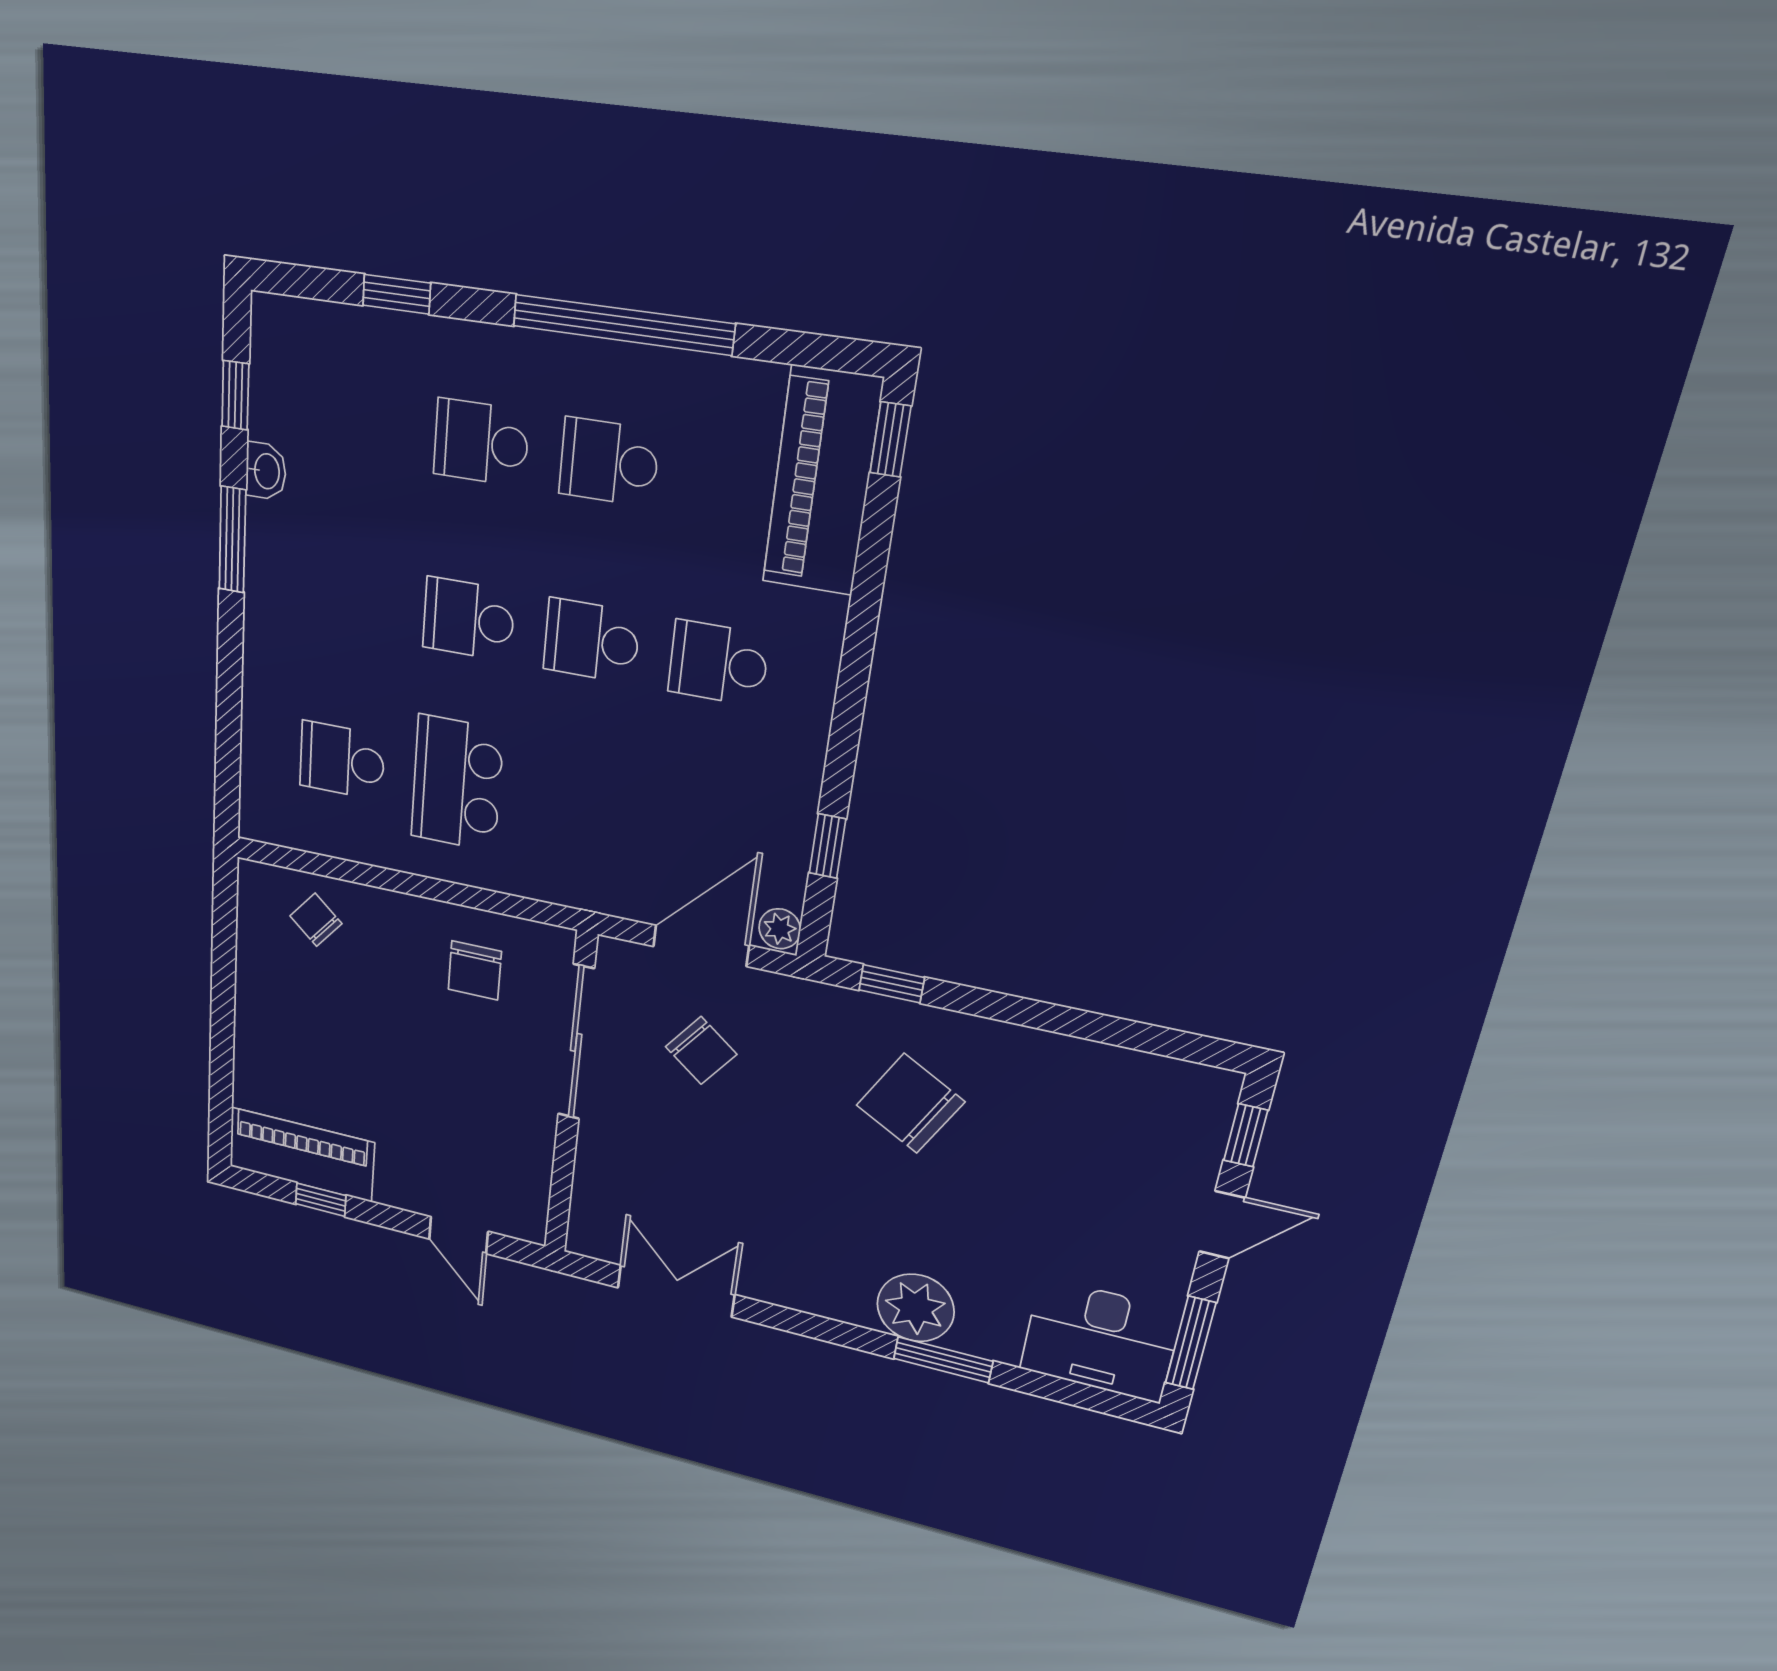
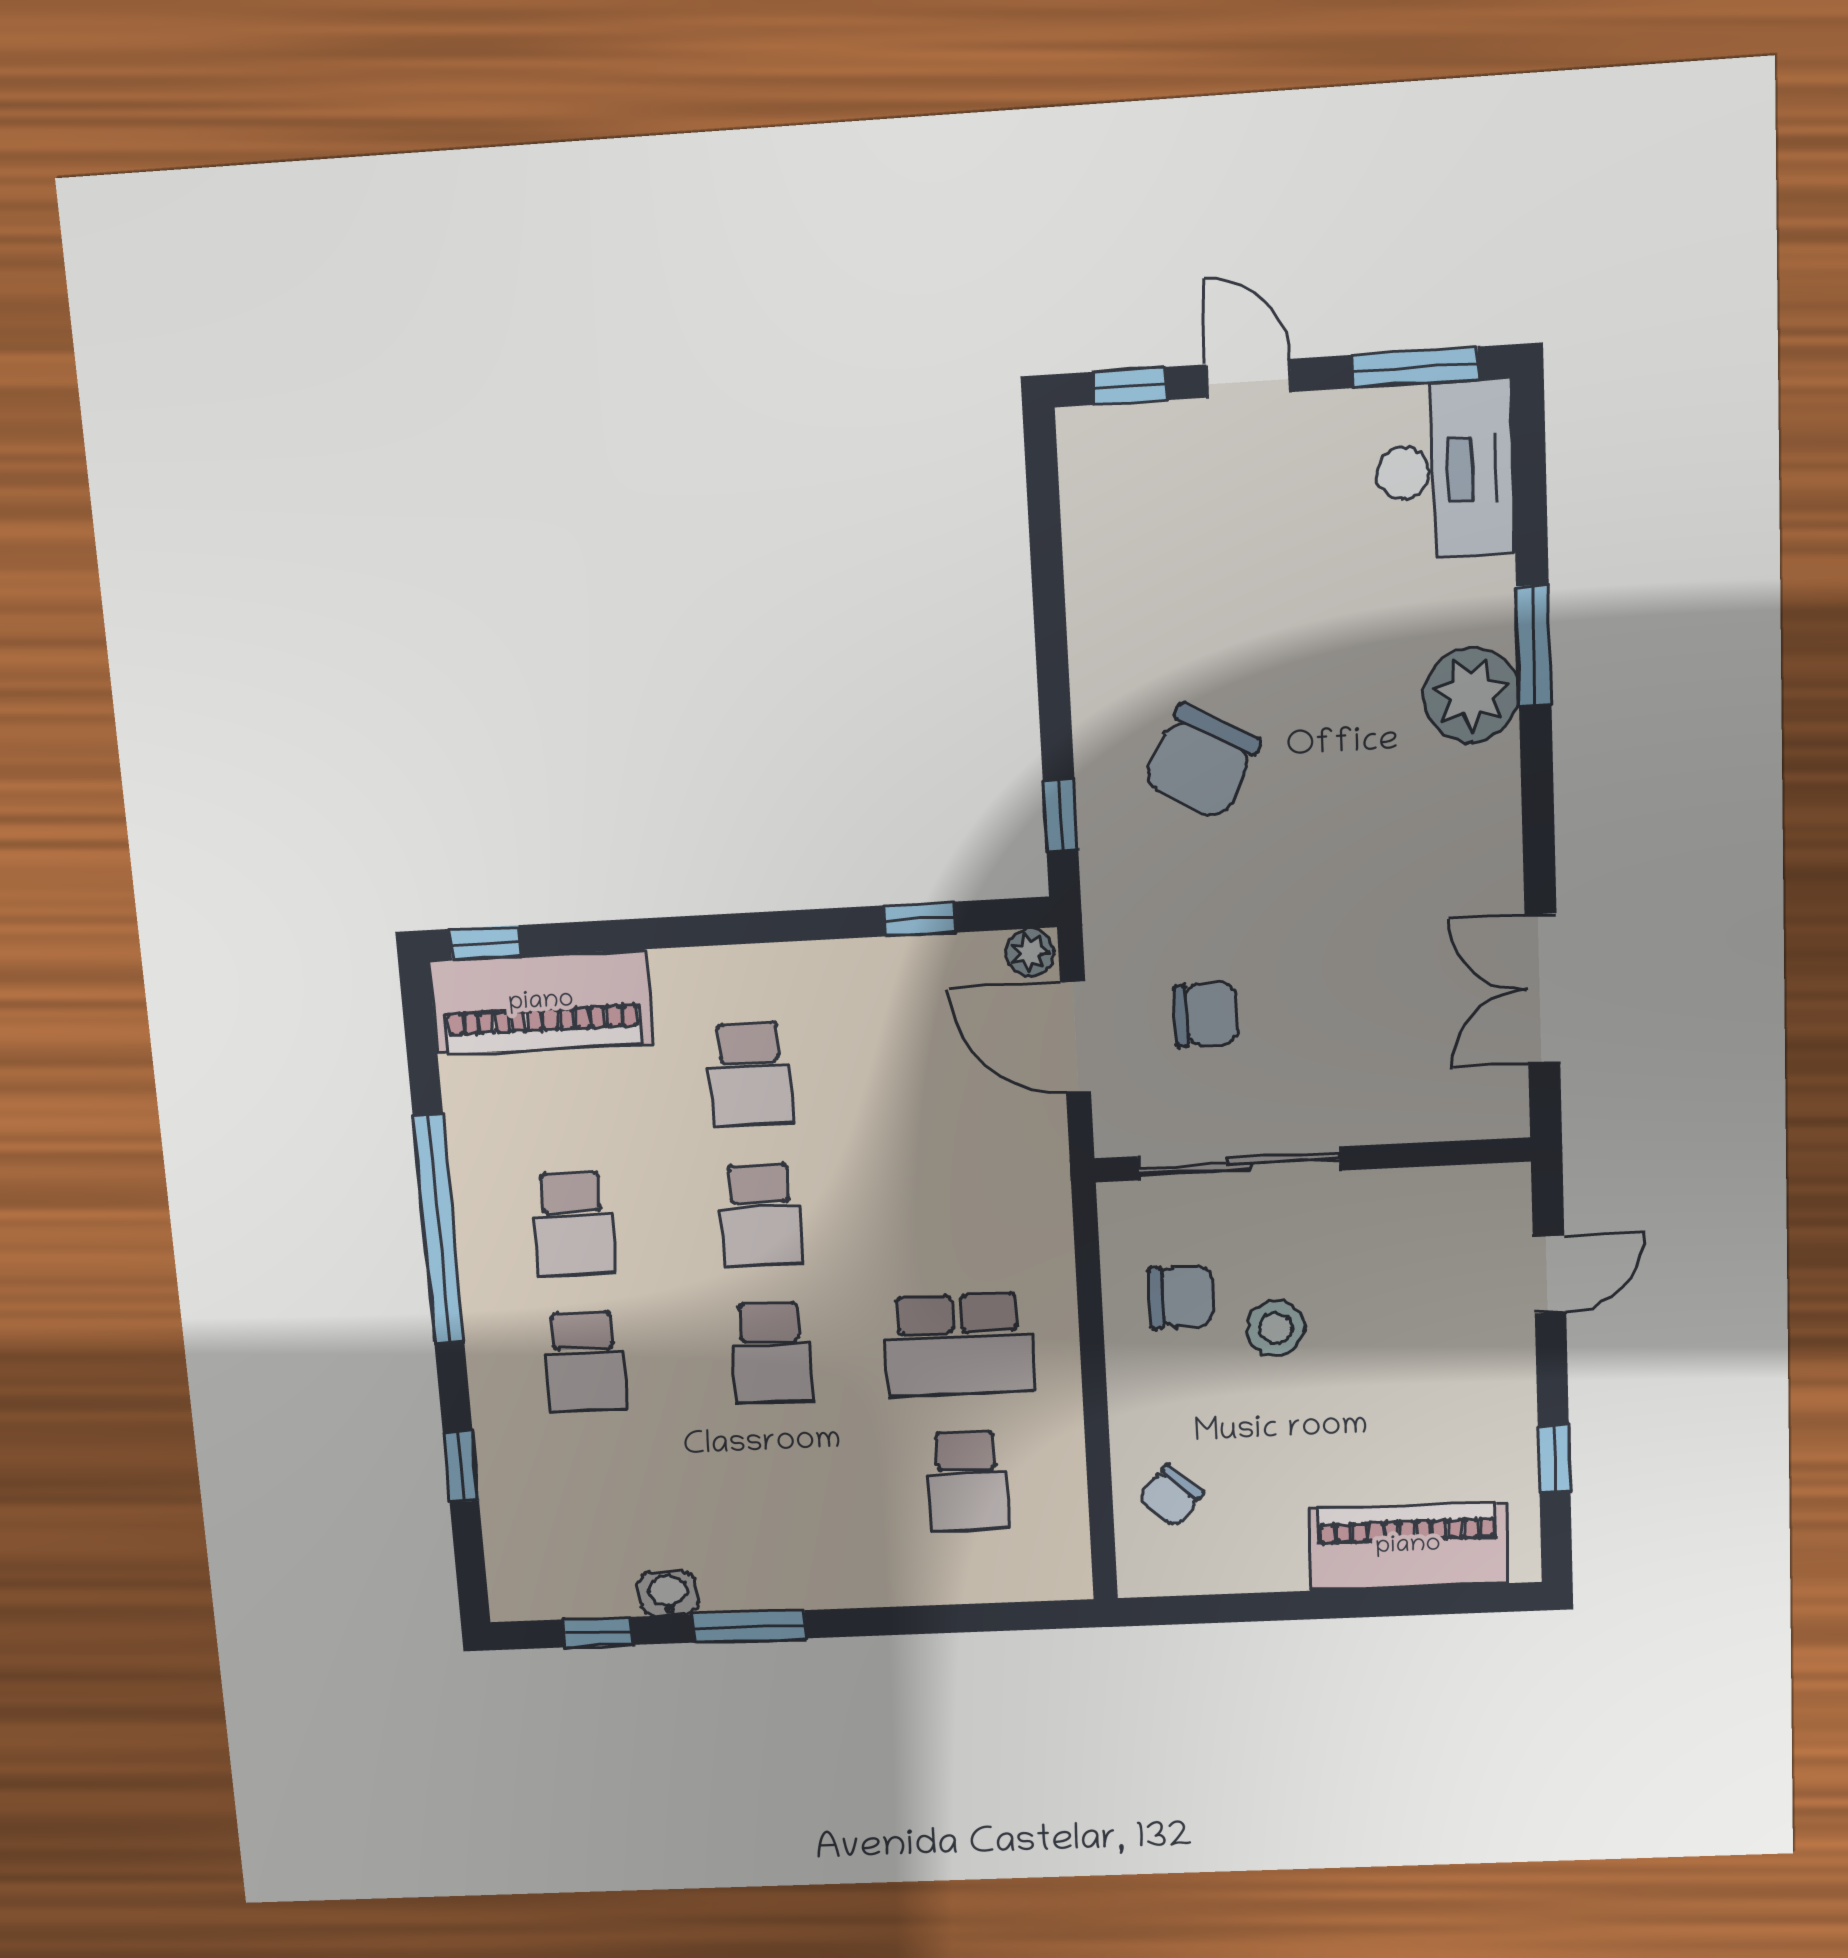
stool: (441, 1034) -> (1275, 1328), added
chair: (701, 1050) -> (1206, 1015), turned 52
piano: (301, 1155) -> (1408, 1546), moved, turned 90

